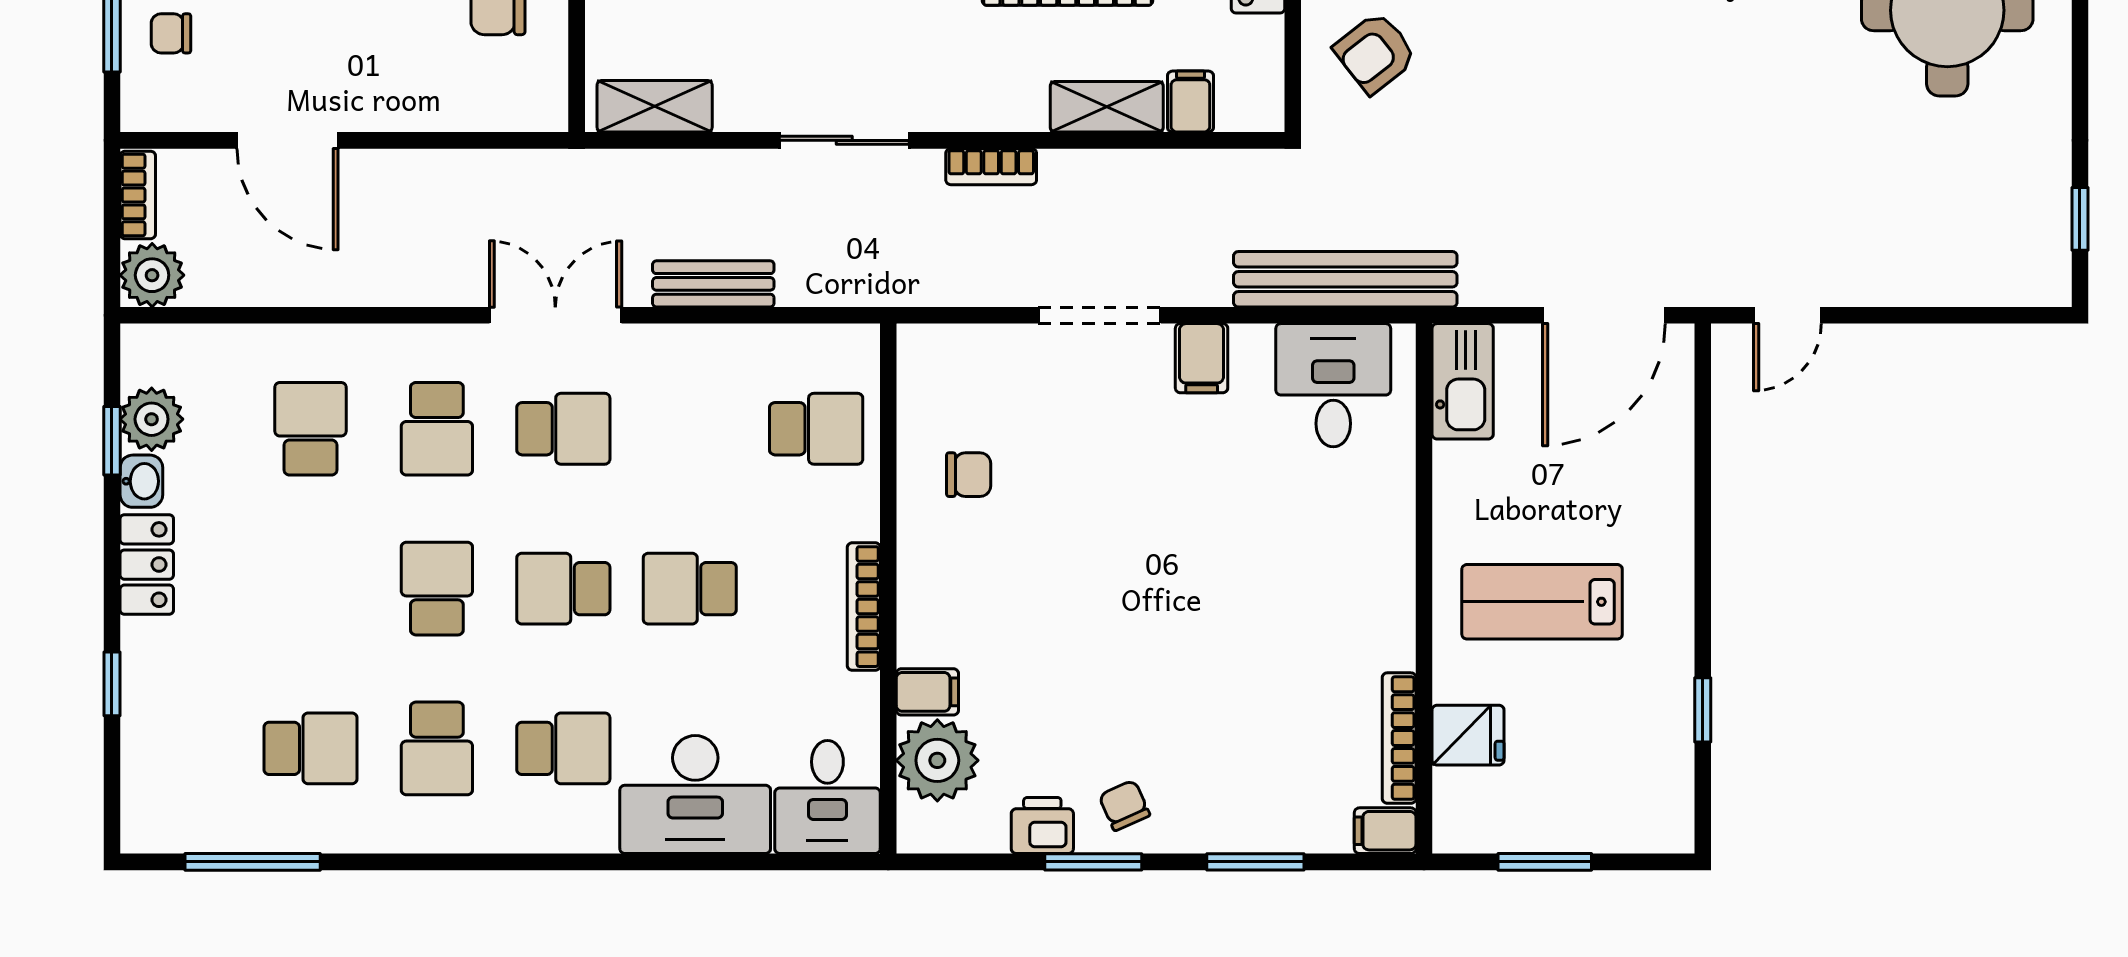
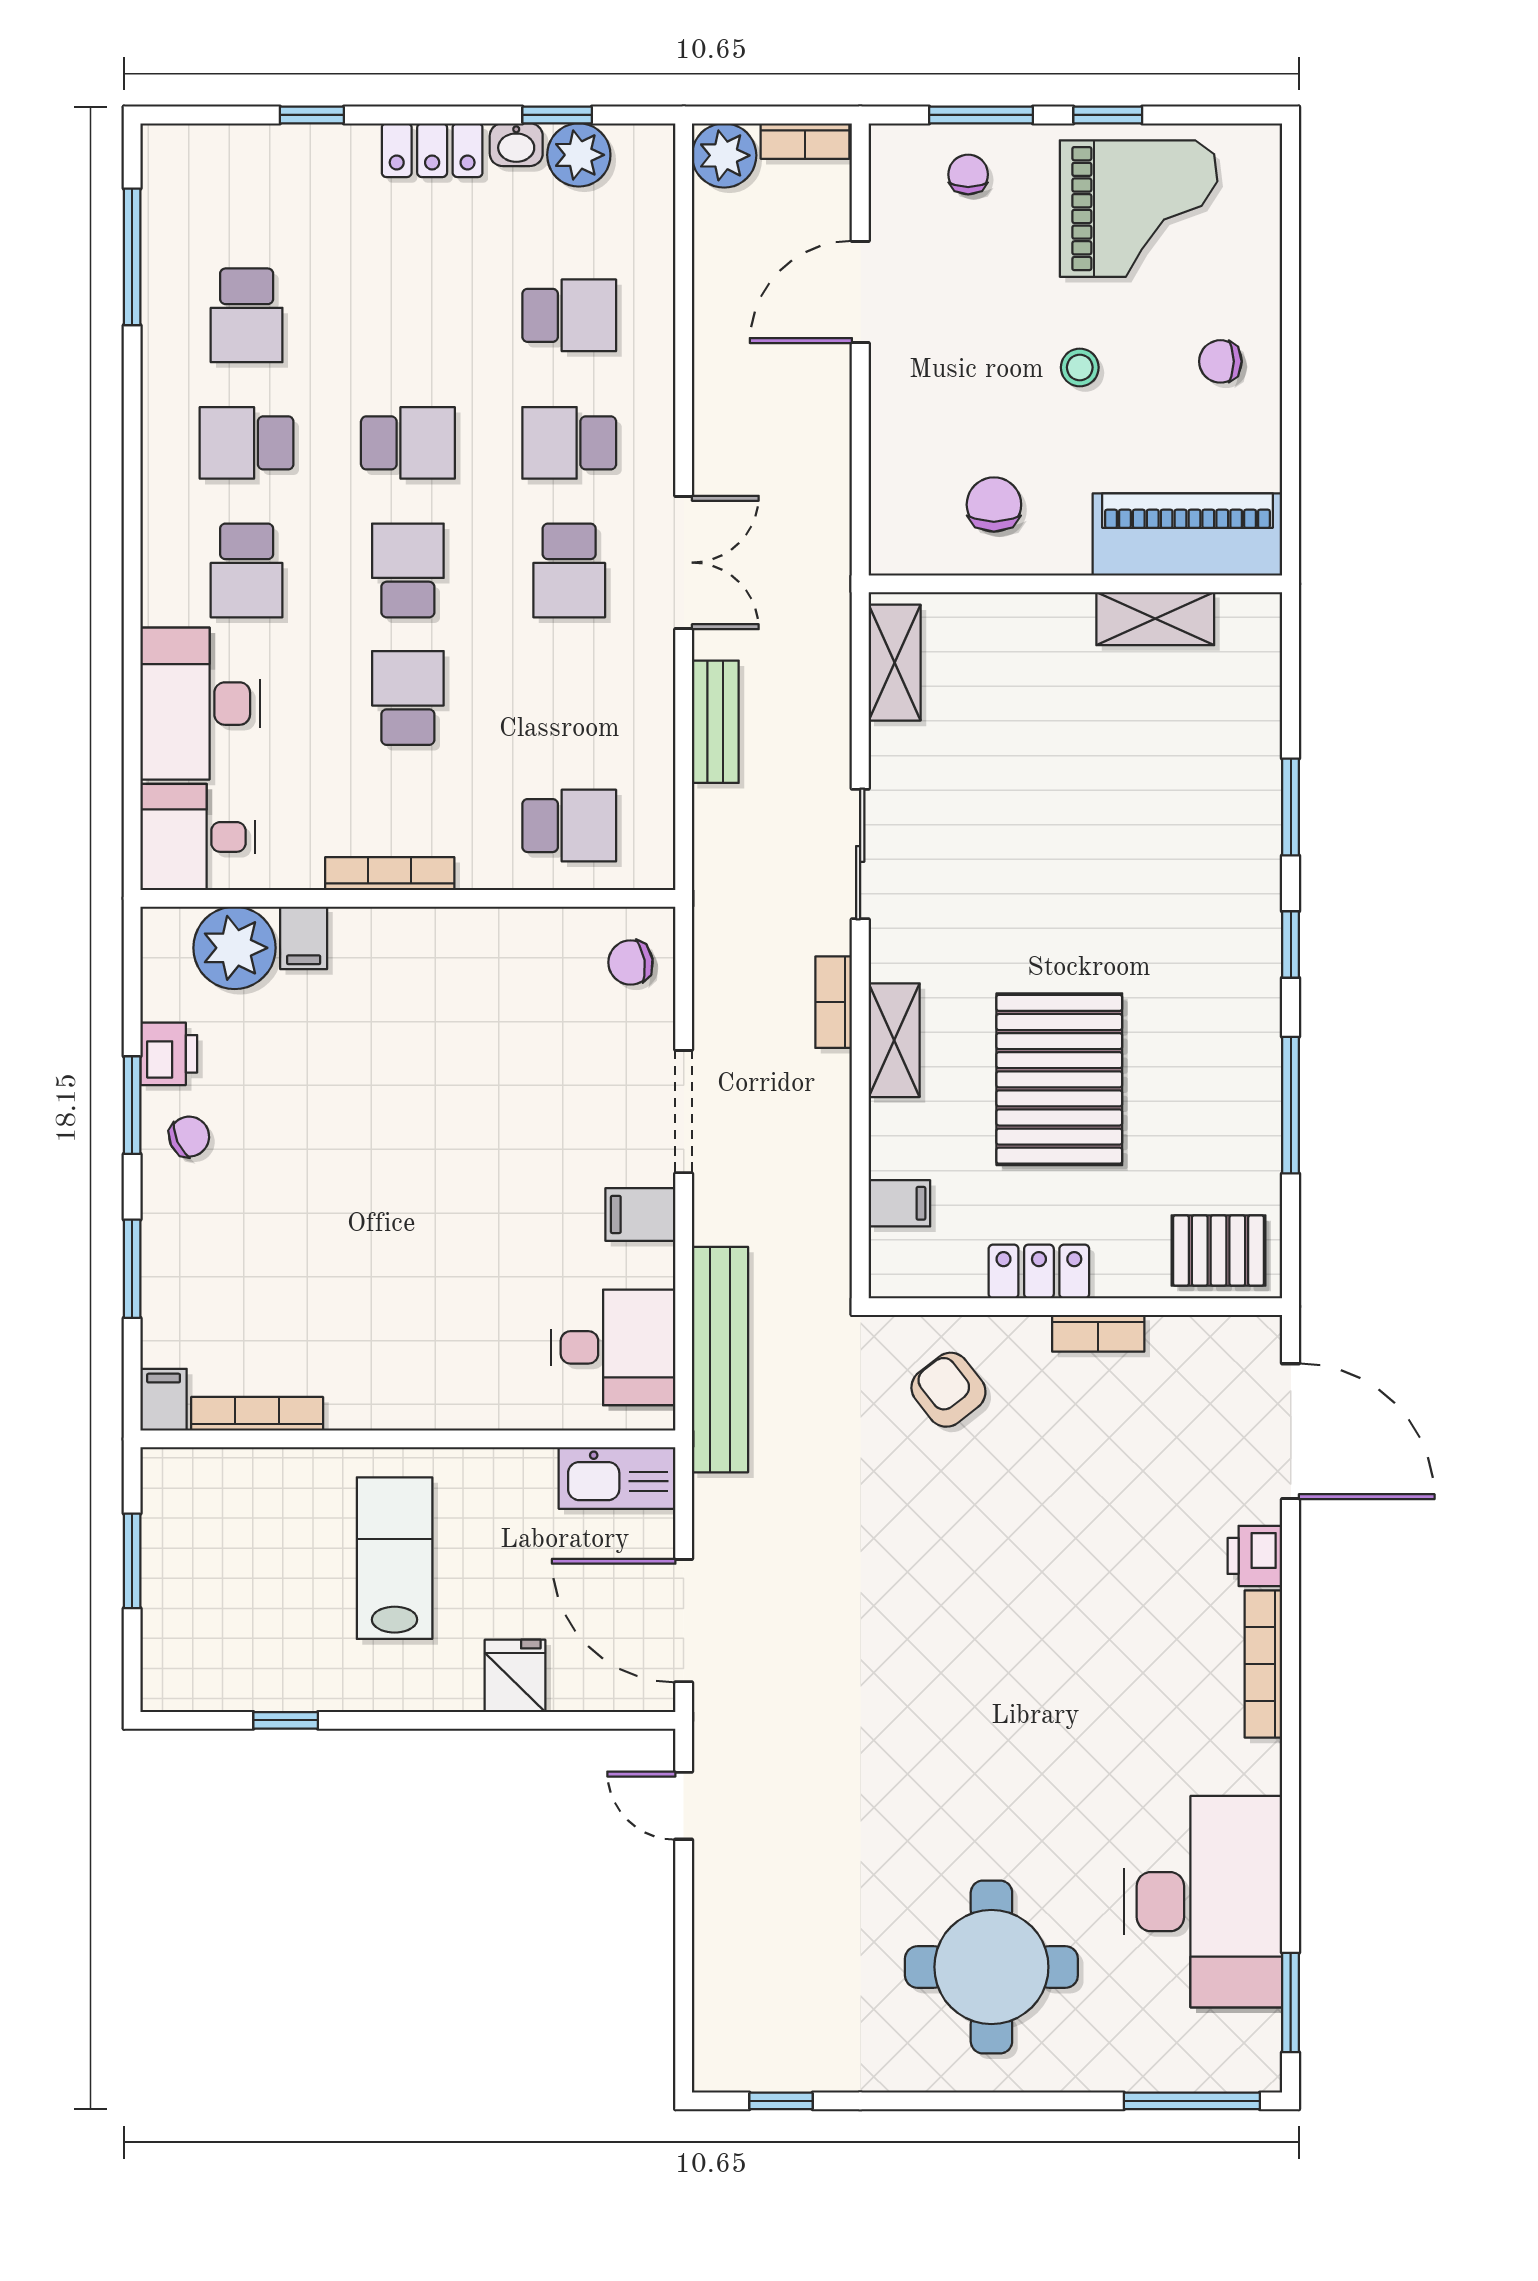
shelving: (1107, 107) -> (894, 1040), moved
school desk: (816, 429) -> (569, 826), turned -90
chair: (969, 475) -> (631, 962), moved, turned 81
fridge: (1468, 735) -> (515, 1676), moved, turned 180

